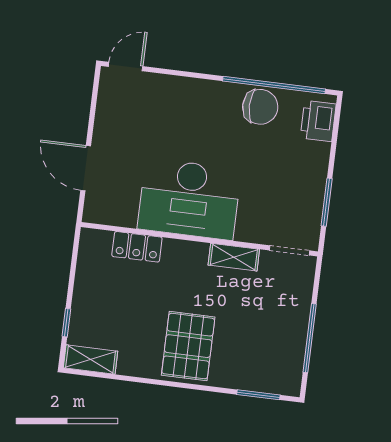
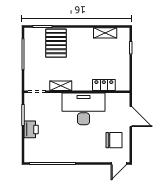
chair: (260, 107) -> (114, 140), moved, turned 180
printer: (318, 121) -> (31, 129), moved
pallet: (188, 346) -> (56, 43), moved
shelving: (91, 359) -> (105, 33), moved

